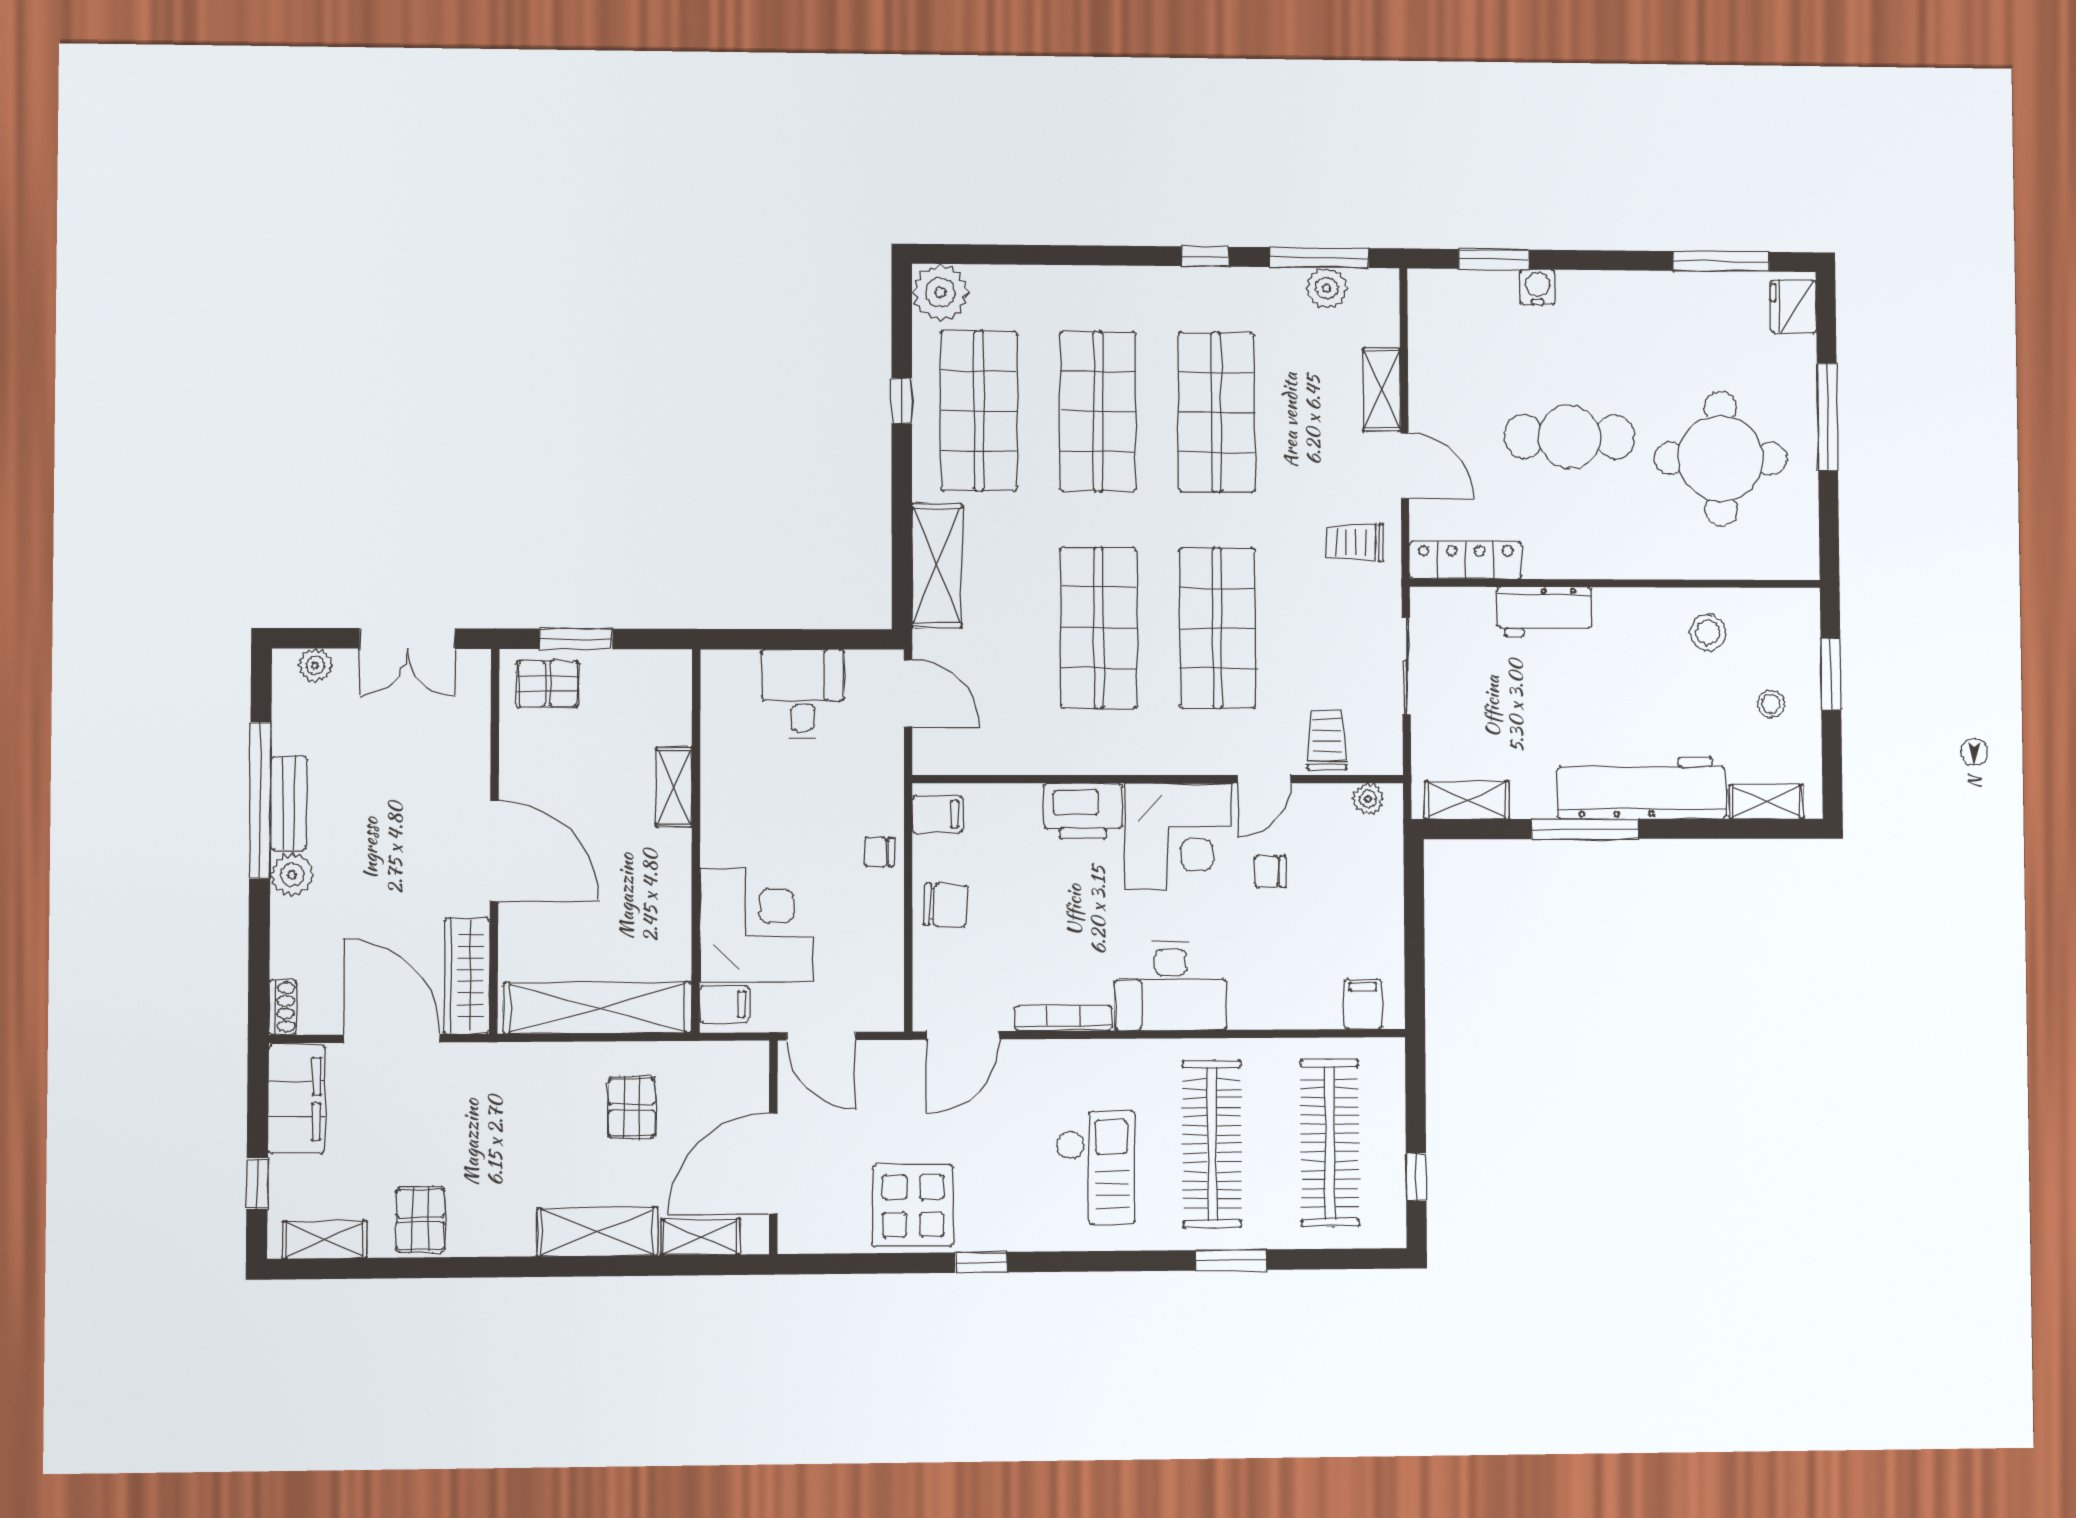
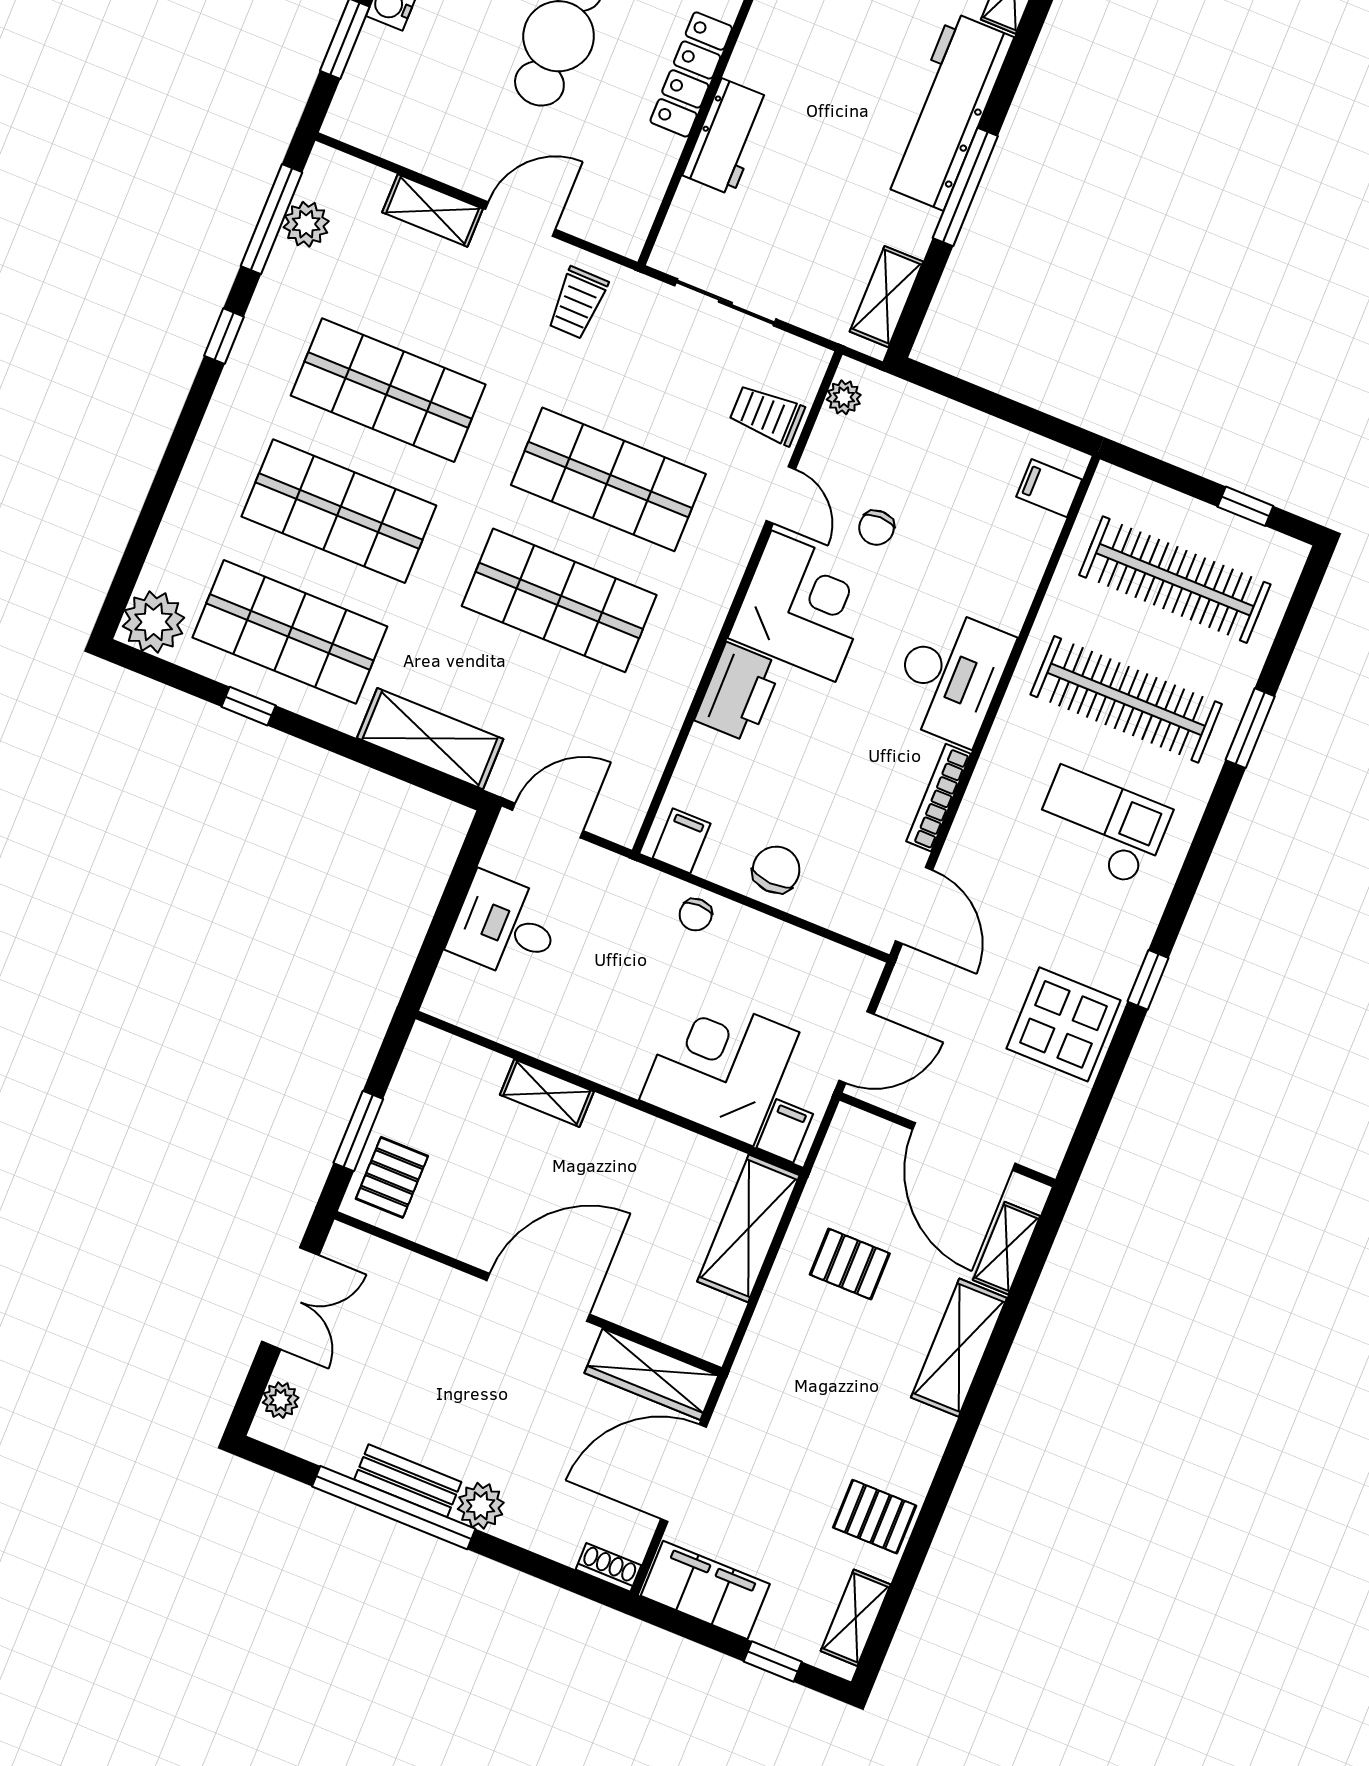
locker: (1466, 560) -> (691, 74), moved
shelving: (597, 1008) -> (748, 1228), width x0.68

